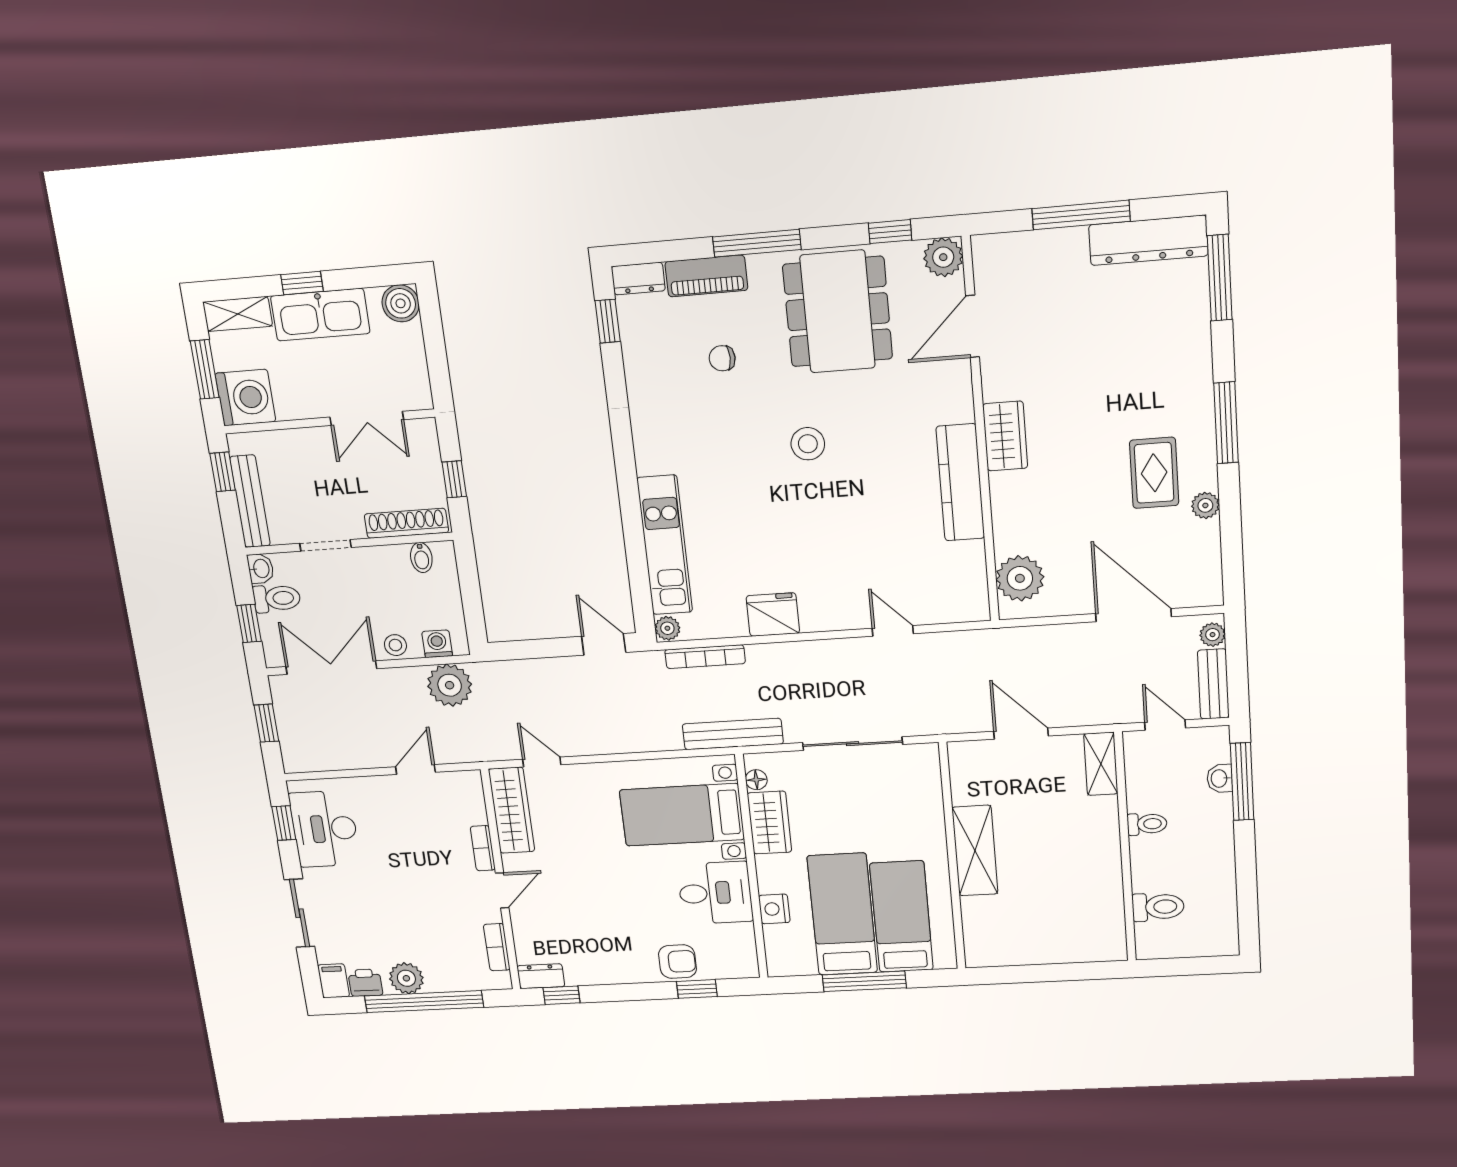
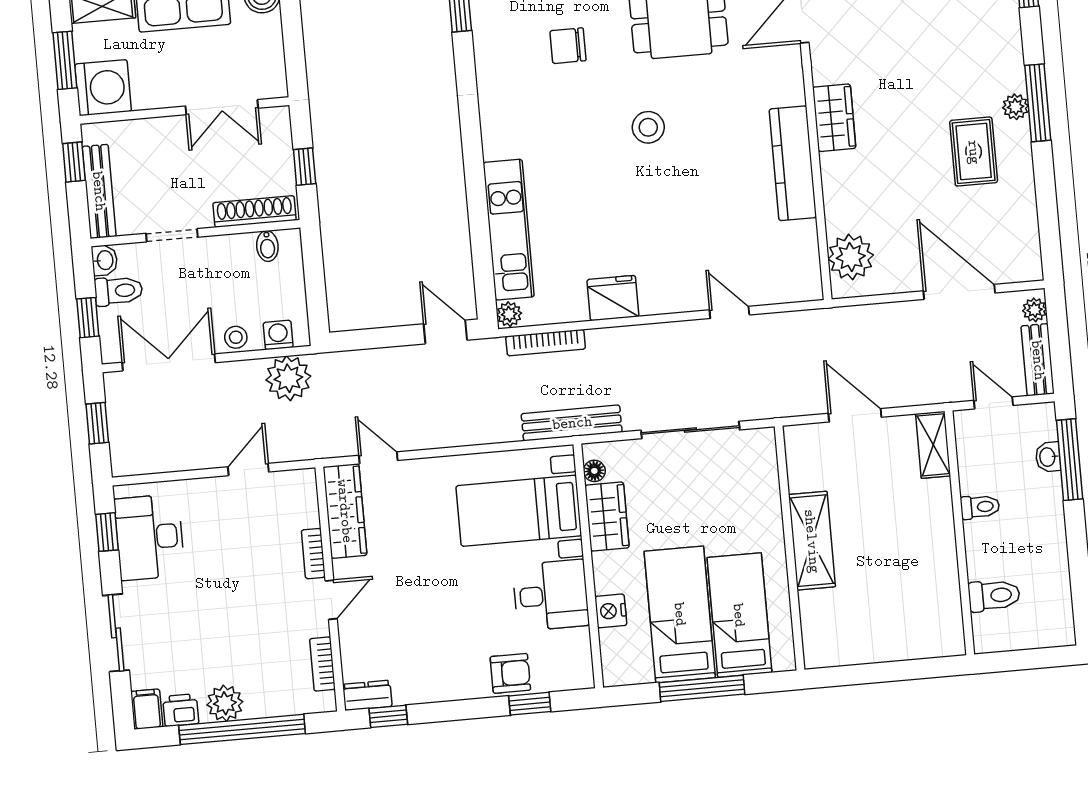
chair: (722, 358) -> (568, 46), width x1.37, depth x1.37
plant: (1205, 505) -> (1016, 107), moved

